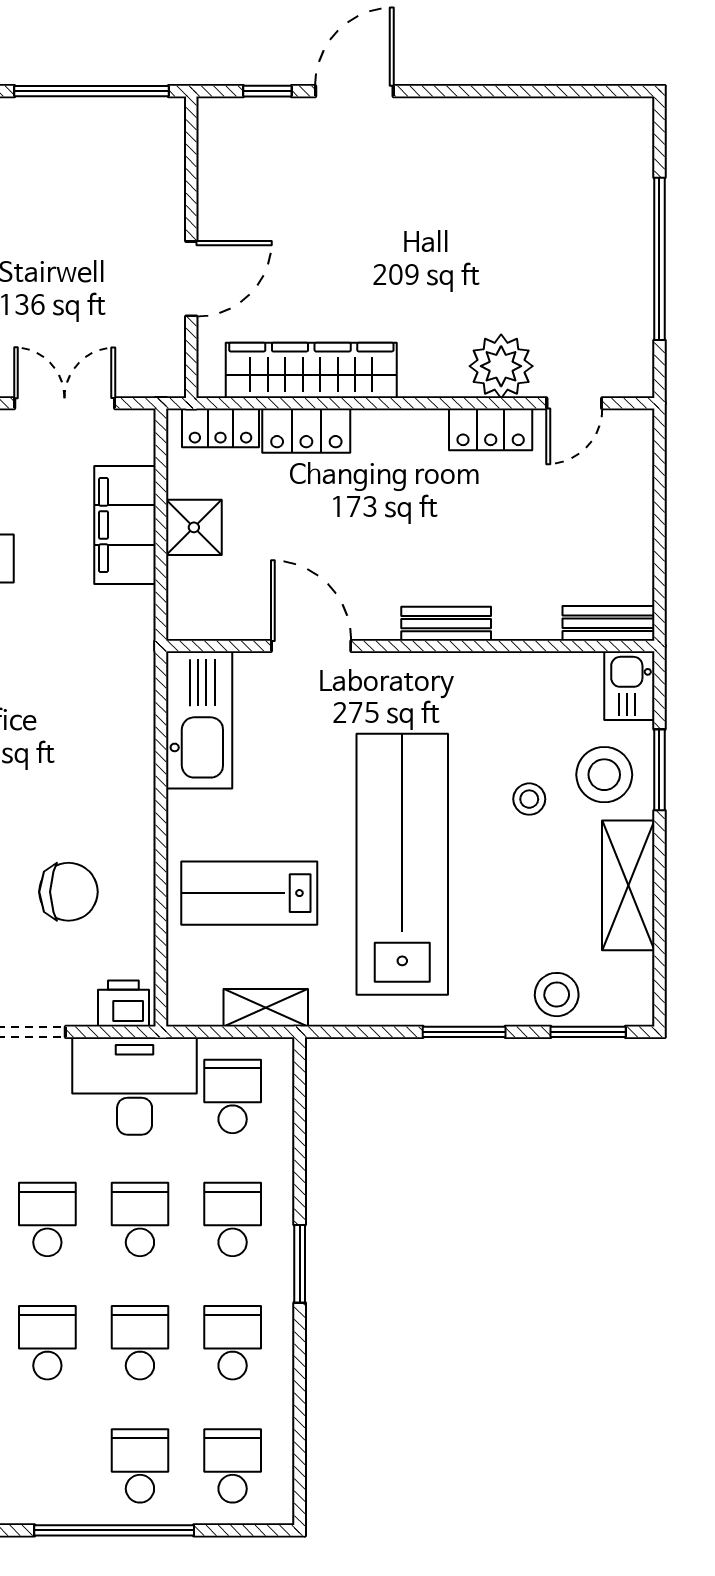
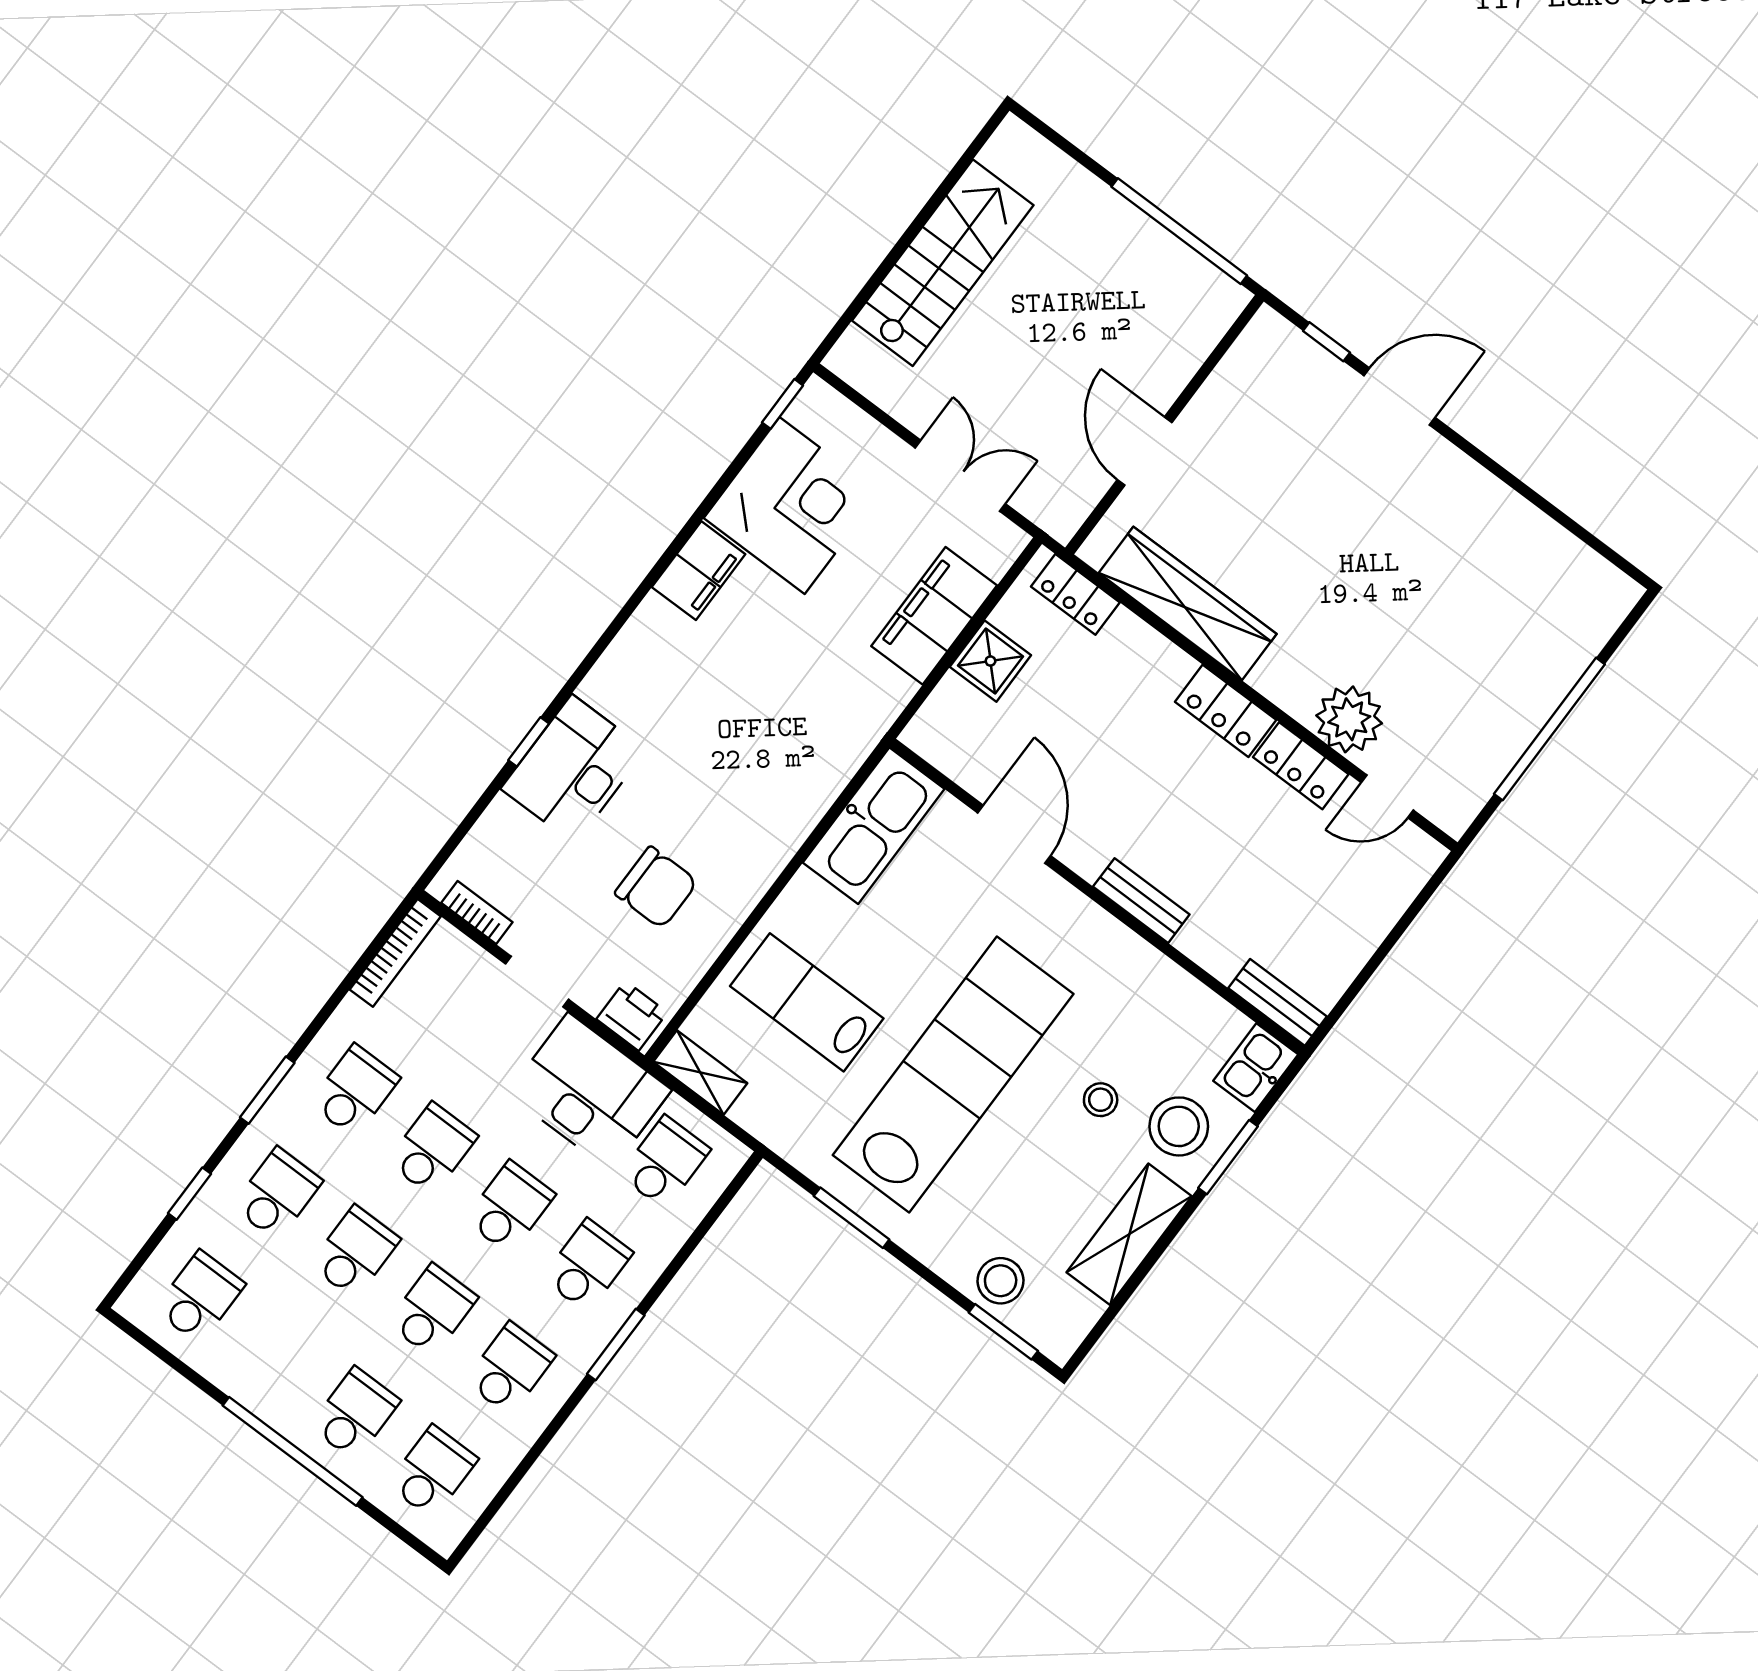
door: (191, 279) -> (1145, 451), swing flipped
locker: (306, 431) -> (1226, 711), moved
shelving: (266, 1008) -> (700, 1073), moved
window: (464, 1032) -> (852, 1218), moved

